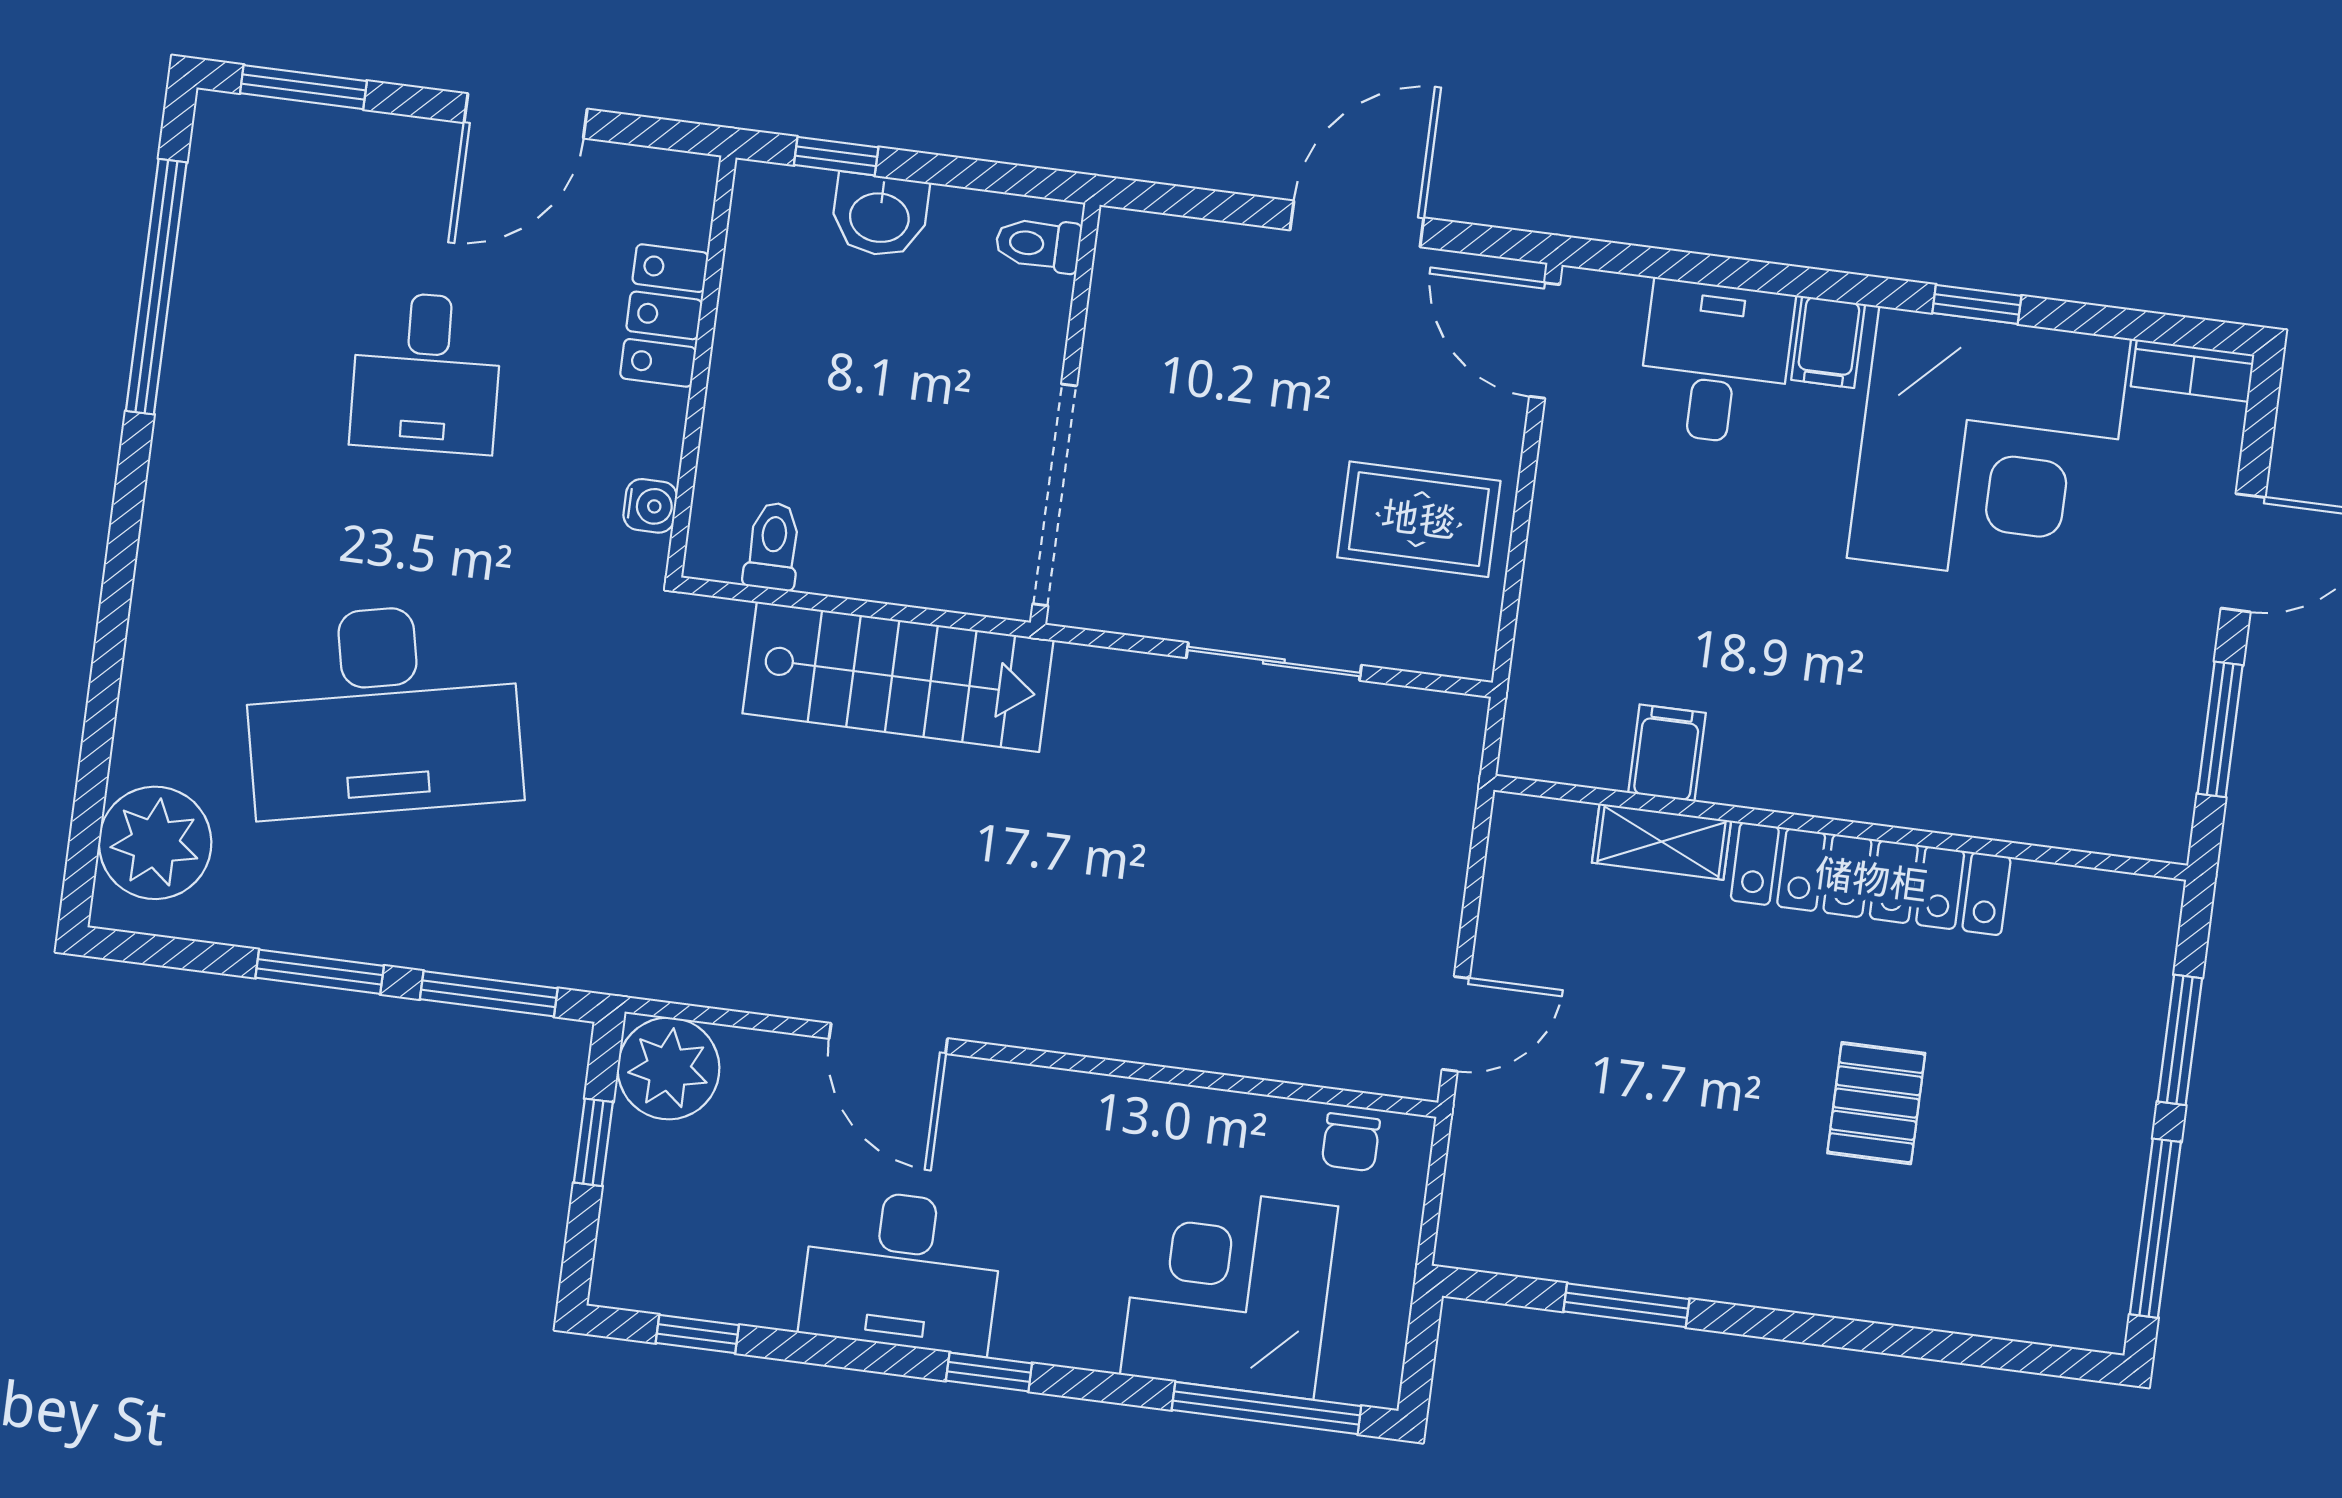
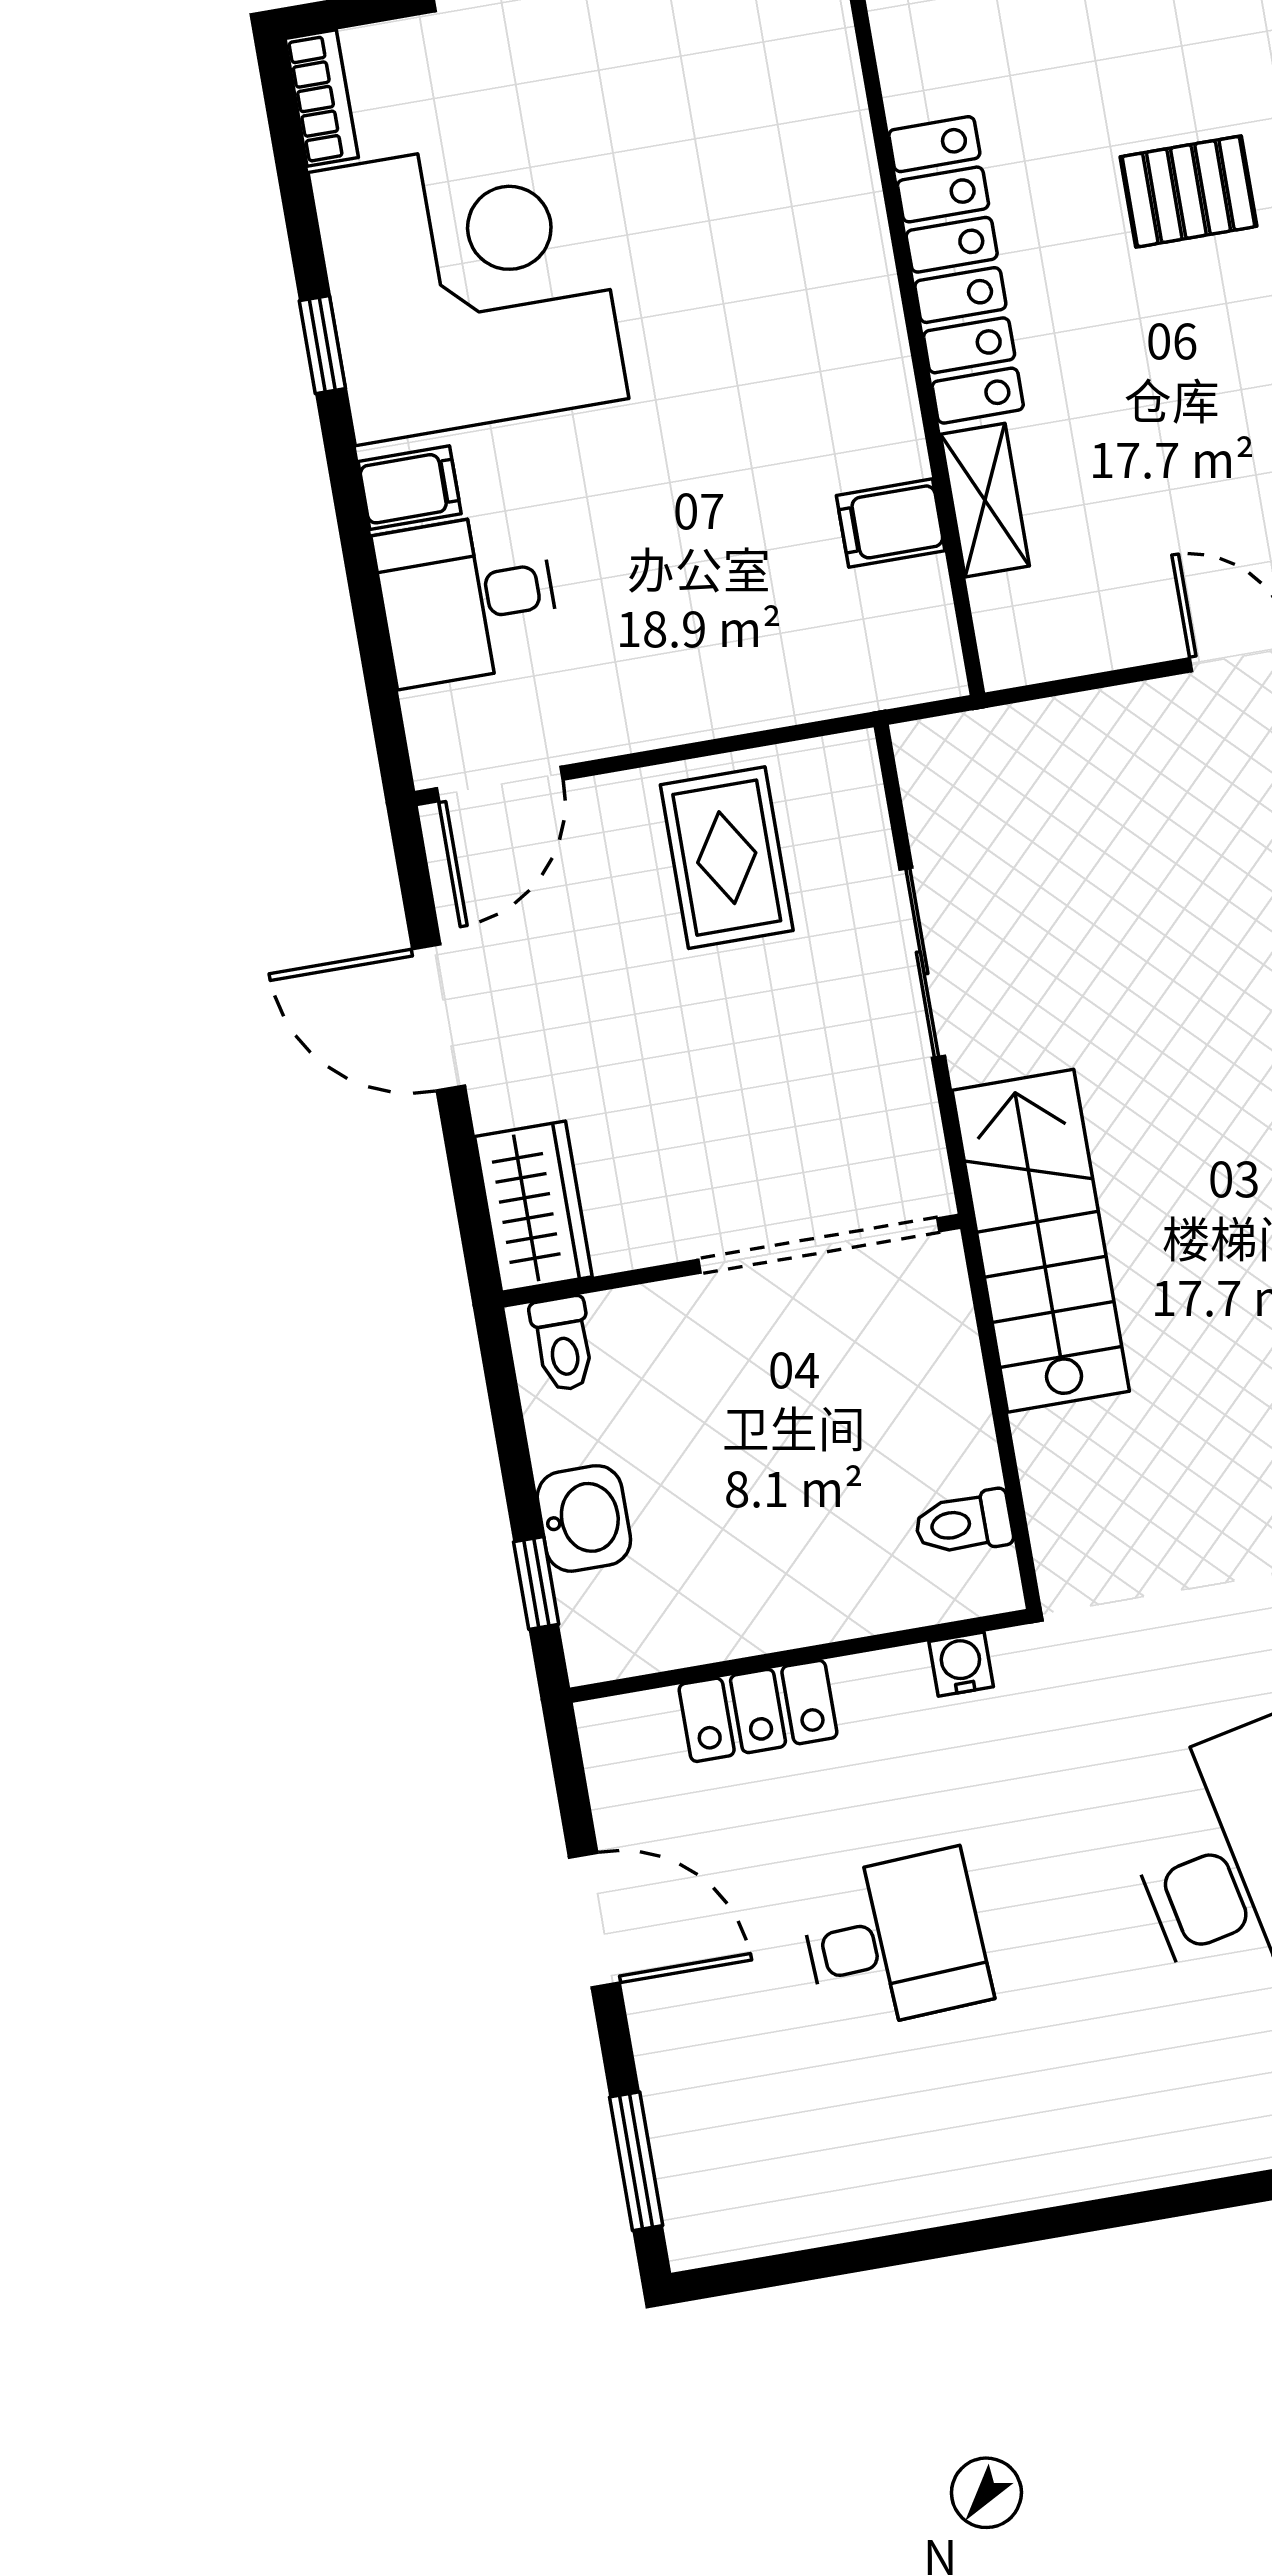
wardrobe: (1166, 256) -> (533, 1207), added
window: (156, 287) -> (892, 2250), removed
stairs: (898, 677) -> (1041, 1241), moved

